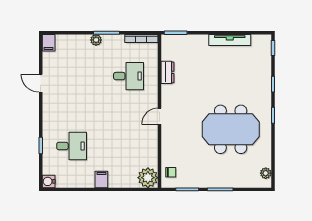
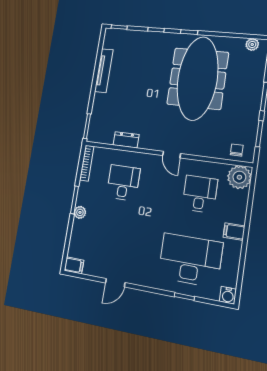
meeting table: (231, 129) -> (198, 78), width x1.36
desk: (72, 146) -> (190, 260), width x1.87, depth x1.30
desk: (129, 146) -> (200, 194), added

